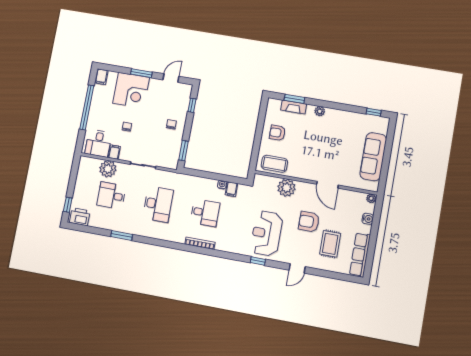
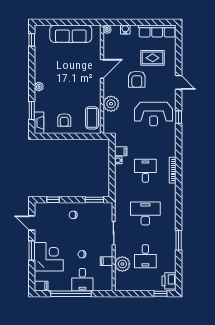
fireplace: (294, 107) -> (39, 123), moved
desk: (98, 143) -> (82, 280), moved, turned 90

